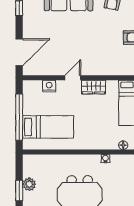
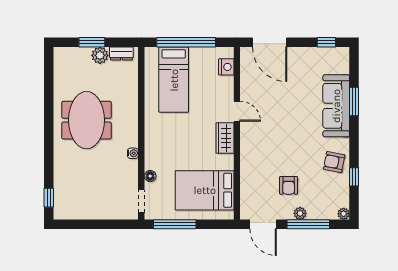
nightstand: (49, 86) -> (226, 67), moved
dresser: (28, 168) -> (121, 54), added

